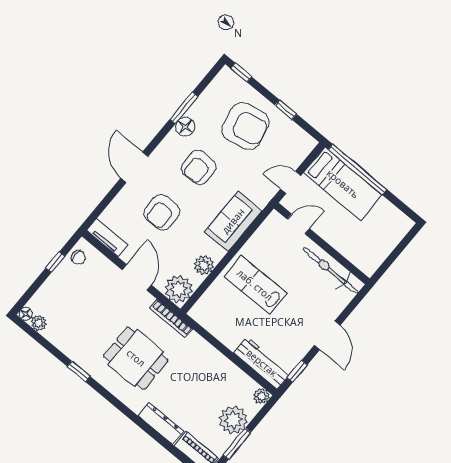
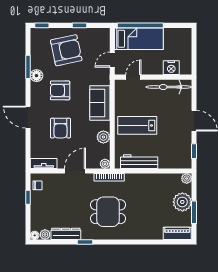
armchair: (199, 167) -> (60, 90), turned 90
nightstand: (353, 250) -> (171, 68), added
door: (137, 278) -> (75, 171), hinge flipped
plant: (179, 289) -> (105, 164), width x0.53, depth x0.53
workbench: (262, 363) -> (139, 162), moved
dresser: (161, 423) -> (66, 234), moved

